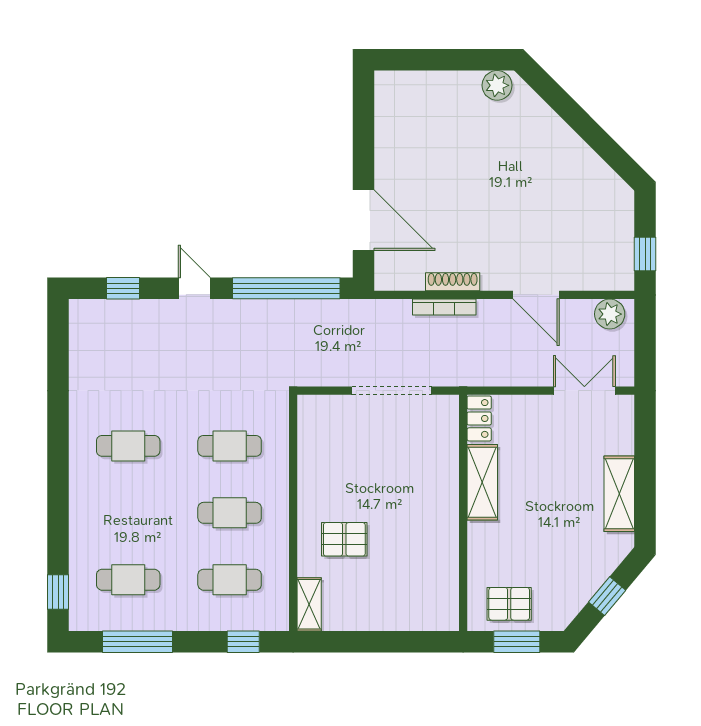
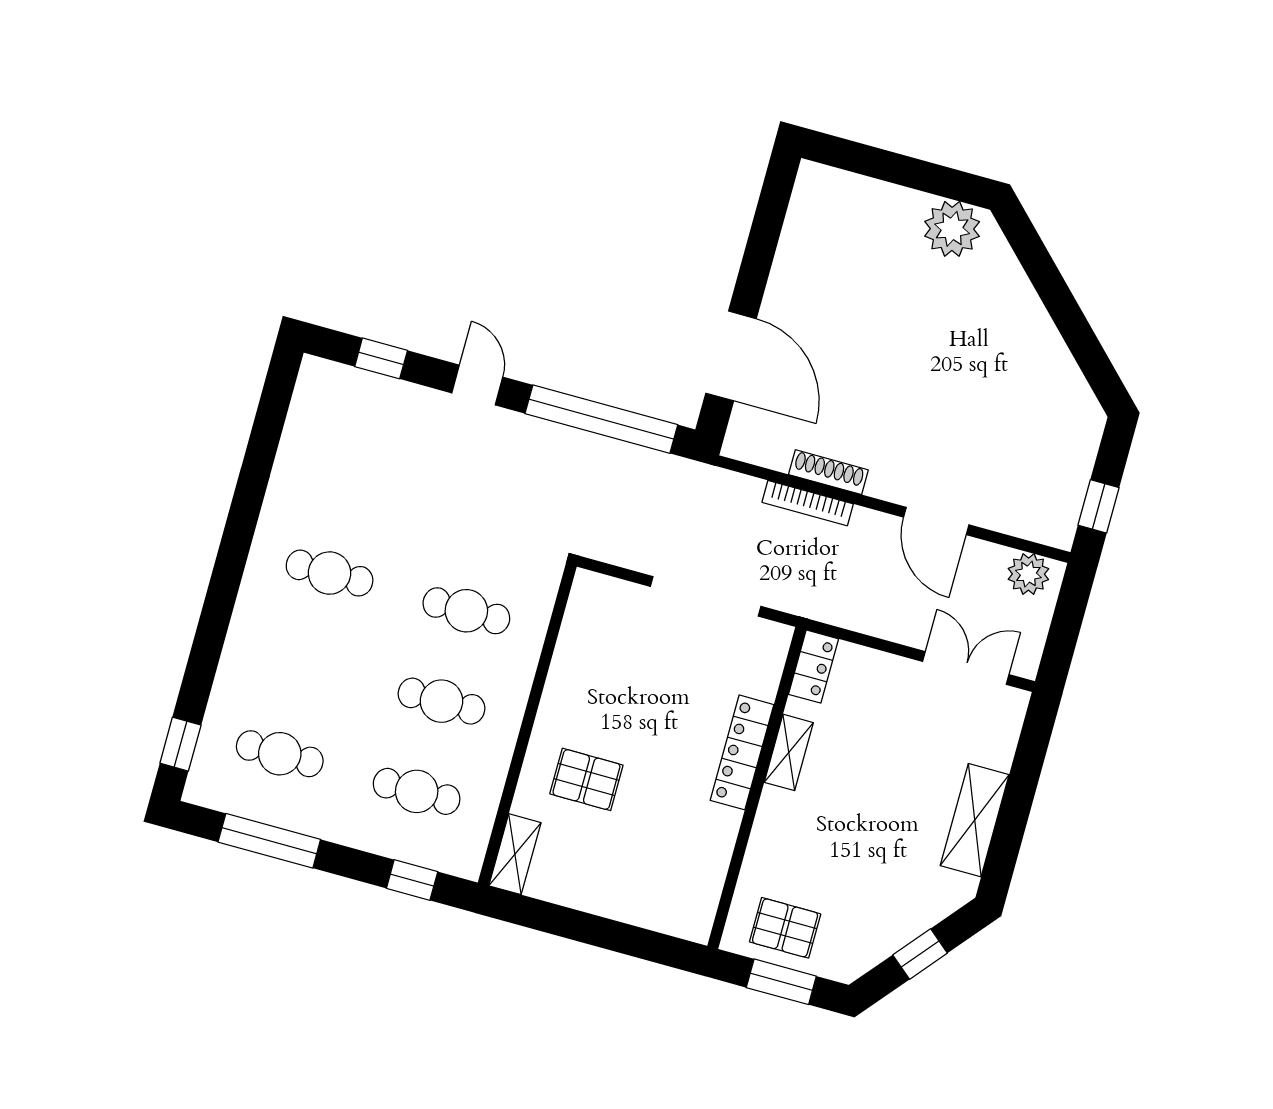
plant: (497, 85) -> (952, 229), width x1.36, depth x1.36
shelving: (482, 482) -> (789, 752), width x0.67, depth x0.75
locker: (446, 491) -> (742, 752), added

